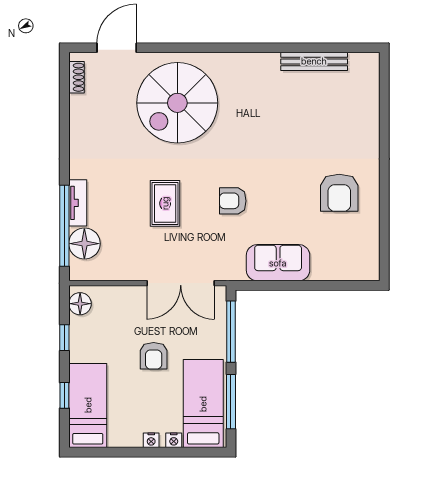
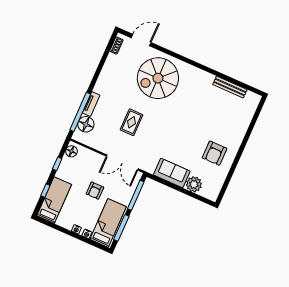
armchair: (233, 201) -> (163, 135), removed
plant: (327, 265) -> (194, 184), added

